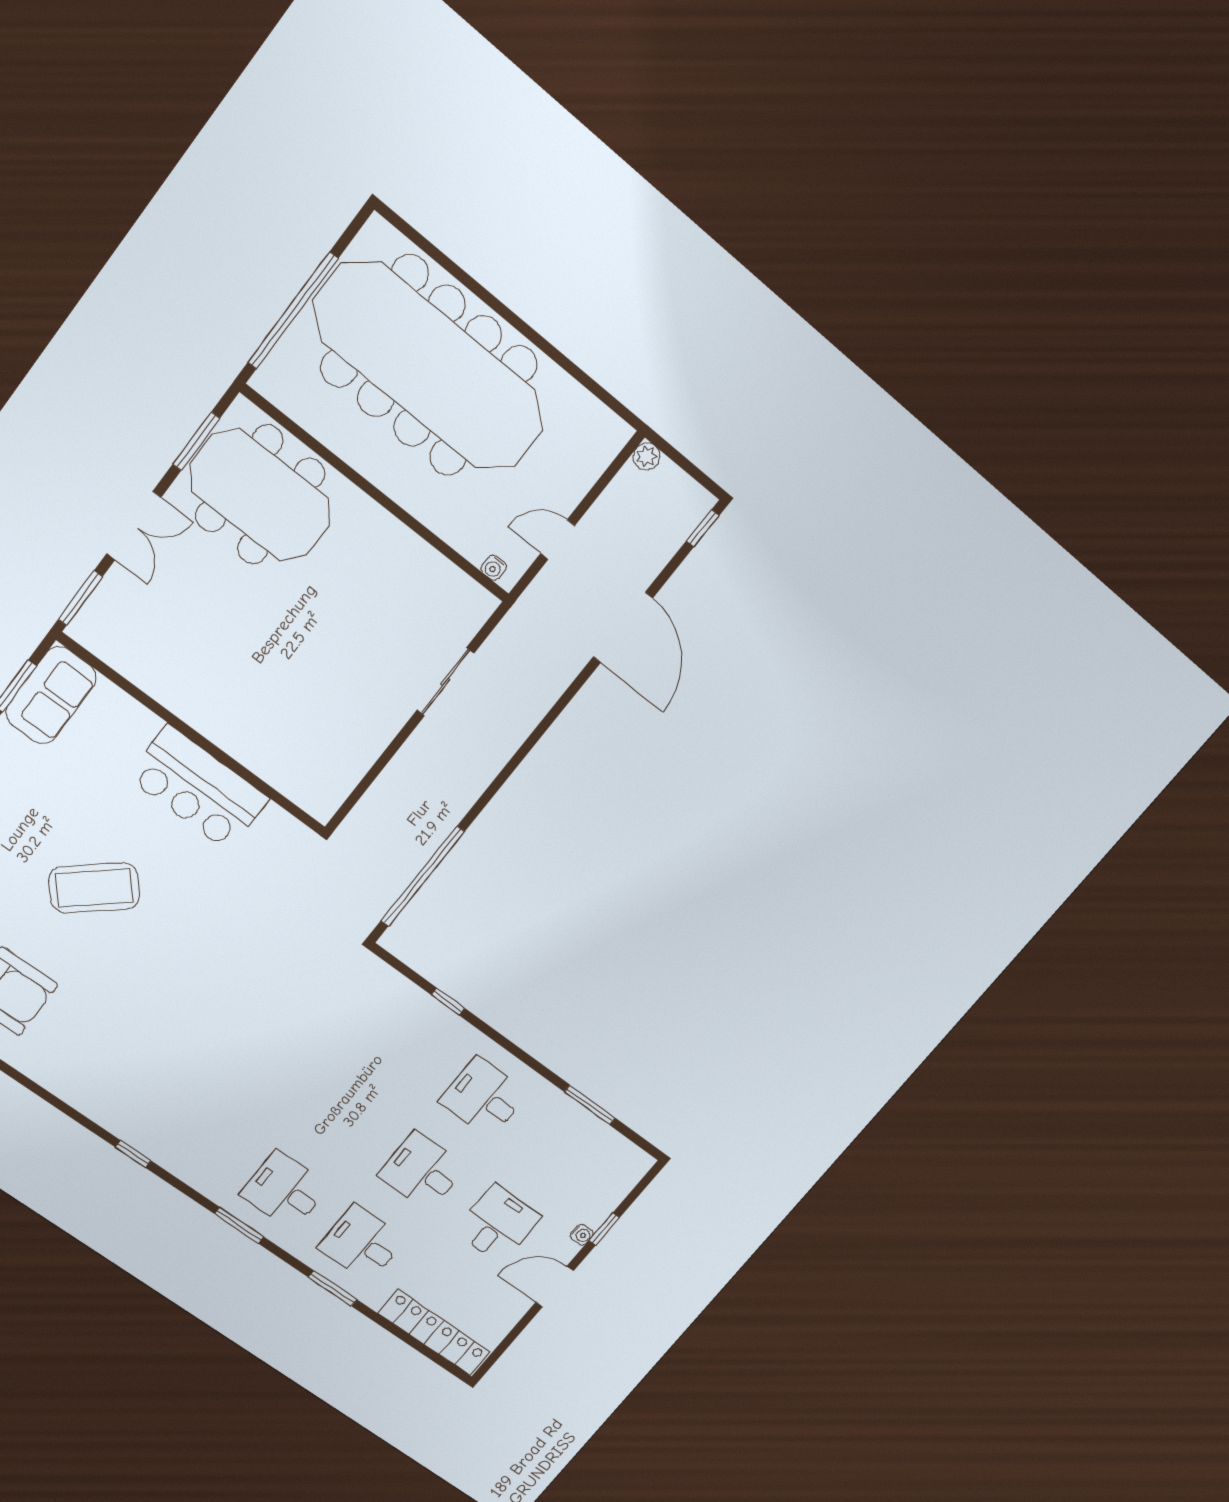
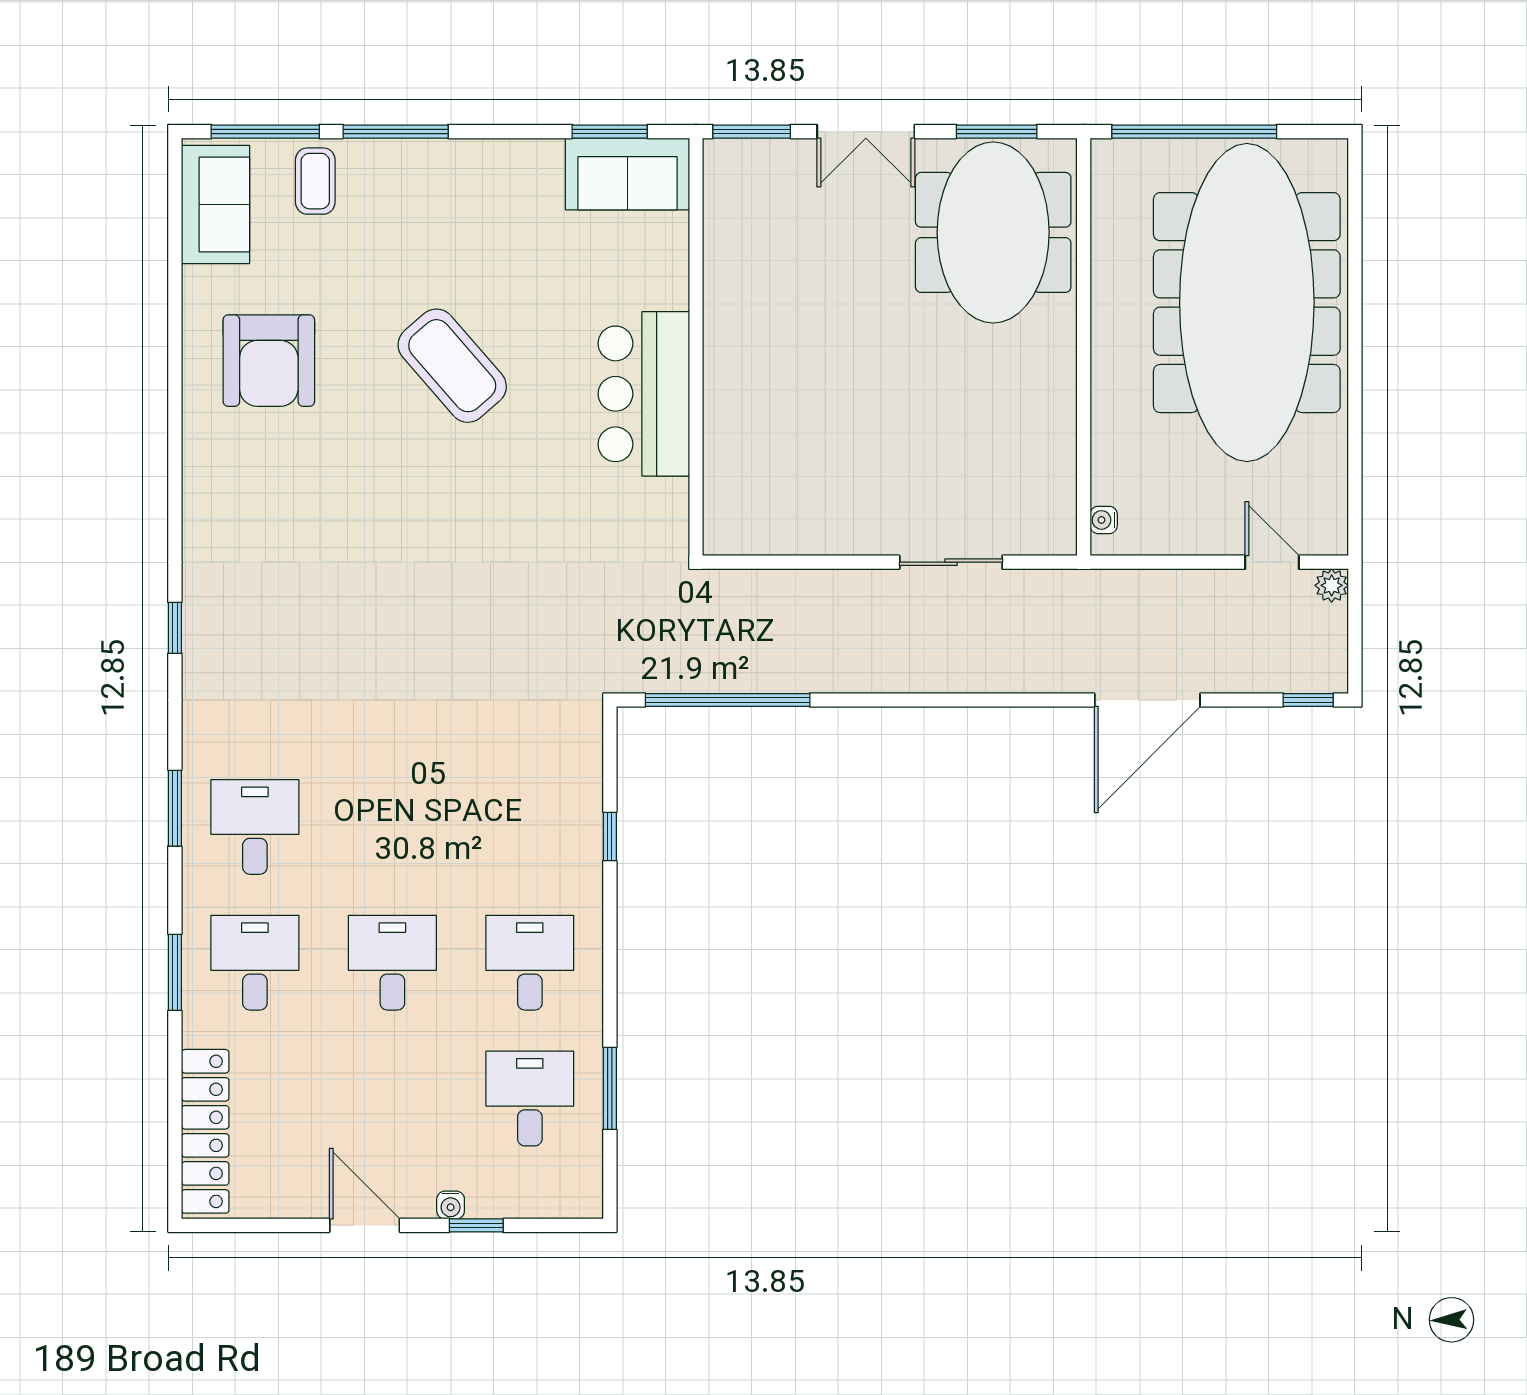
door: (558, 540) -> (1272, 562), moved
desk: (498, 1224) -> (530, 1099), moved, turned -90

